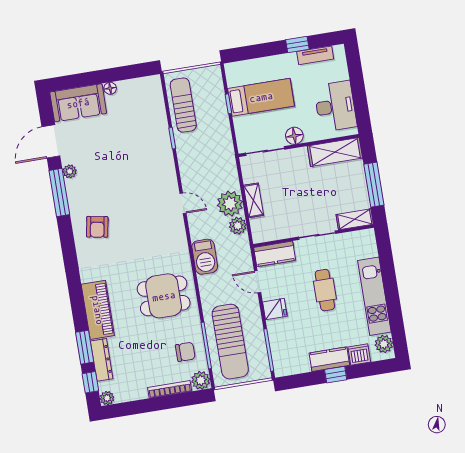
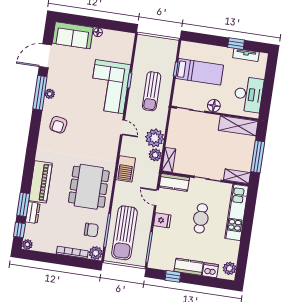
sun lounger: (183, 105) -> (152, 91), moved, turned 180
corner sofa: (148, 155) -> (109, 87), added
plant: (70, 171) -> (50, 94), moved
shelving: (253, 200) -> (169, 160), moved
dining table: (164, 296) -> (89, 187), width x1.38
kitchen unit: (374, 296) -> (237, 212), moved
dresser: (102, 360) -> (33, 213), width x0.70
window: (336, 375) -> (173, 276), moved

